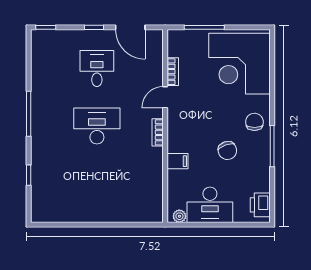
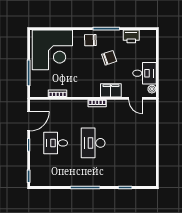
door: (165, 97) -> (136, 98), moved
filing cabinet: (178, 161) -> (111, 90), width x2.00
desk: (210, 205) -> (145, 73), width x0.73
printer: (260, 205) -> (131, 36), moved

